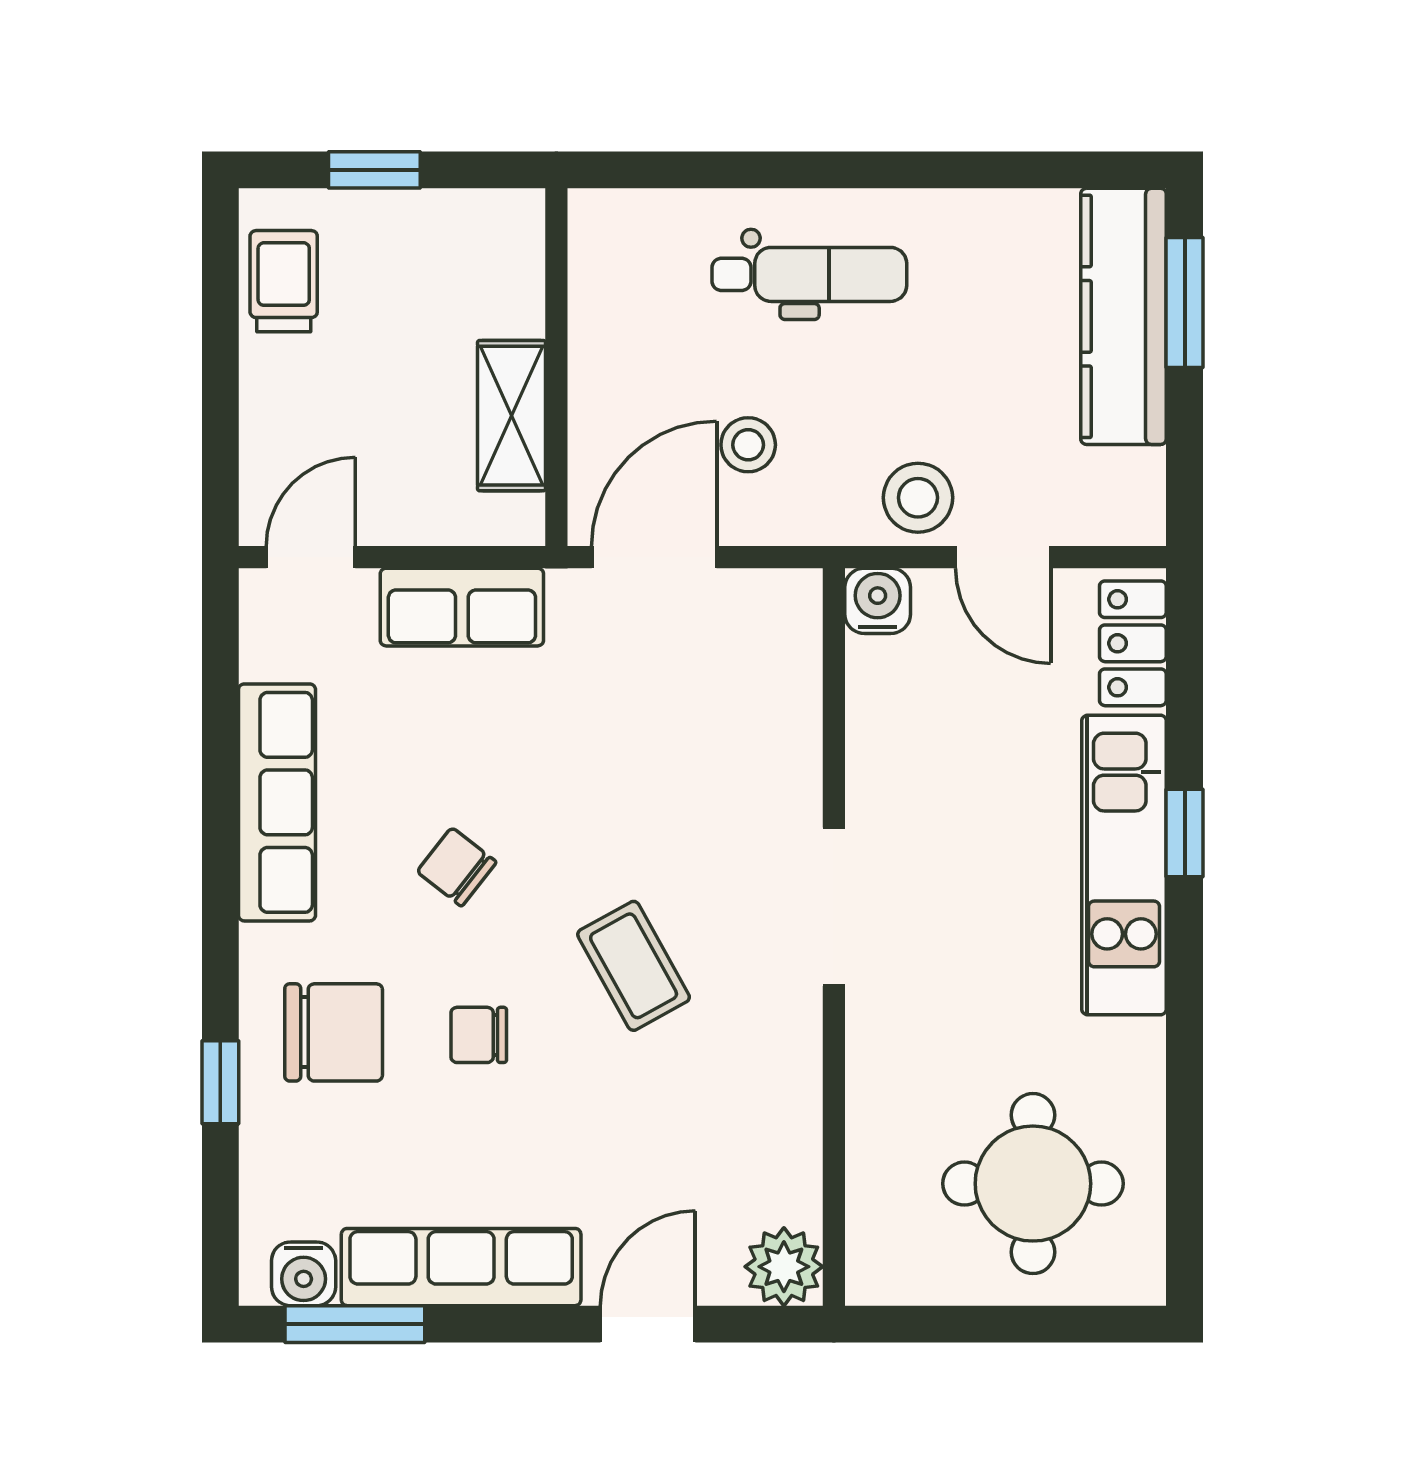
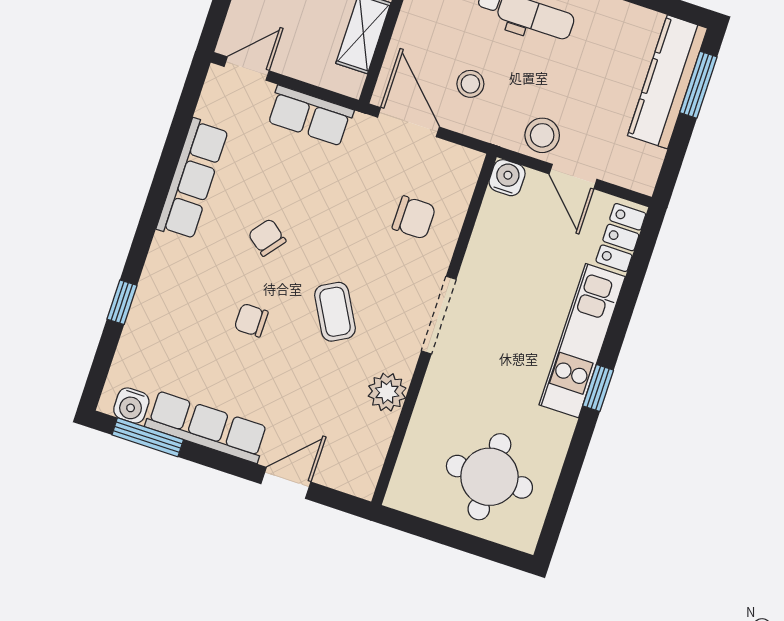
door: (654, 557) -> (408, 122), hinge flipped
window: (1185, 833) -> (598, 388), moved
chair: (334, 1032) -> (414, 218), moved, width x0.73, depth x0.73
plant: (784, 1267) -> (387, 392), moved

